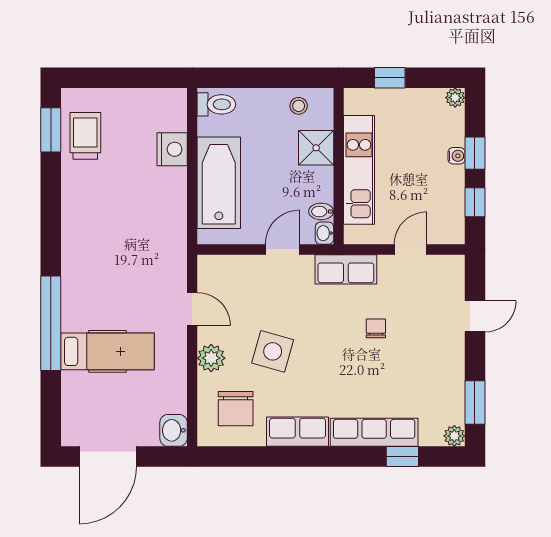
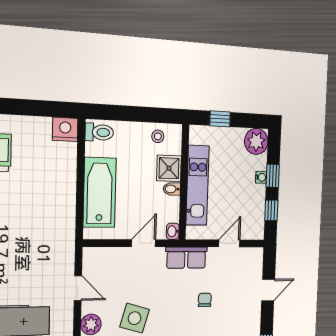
plant: (455, 98) -> (256, 141), width x1.88, depth x1.88
nightstand: (172, 149) -> (65, 129), moved, turned -90
bidet: (321, 211) -> (172, 189), moved

